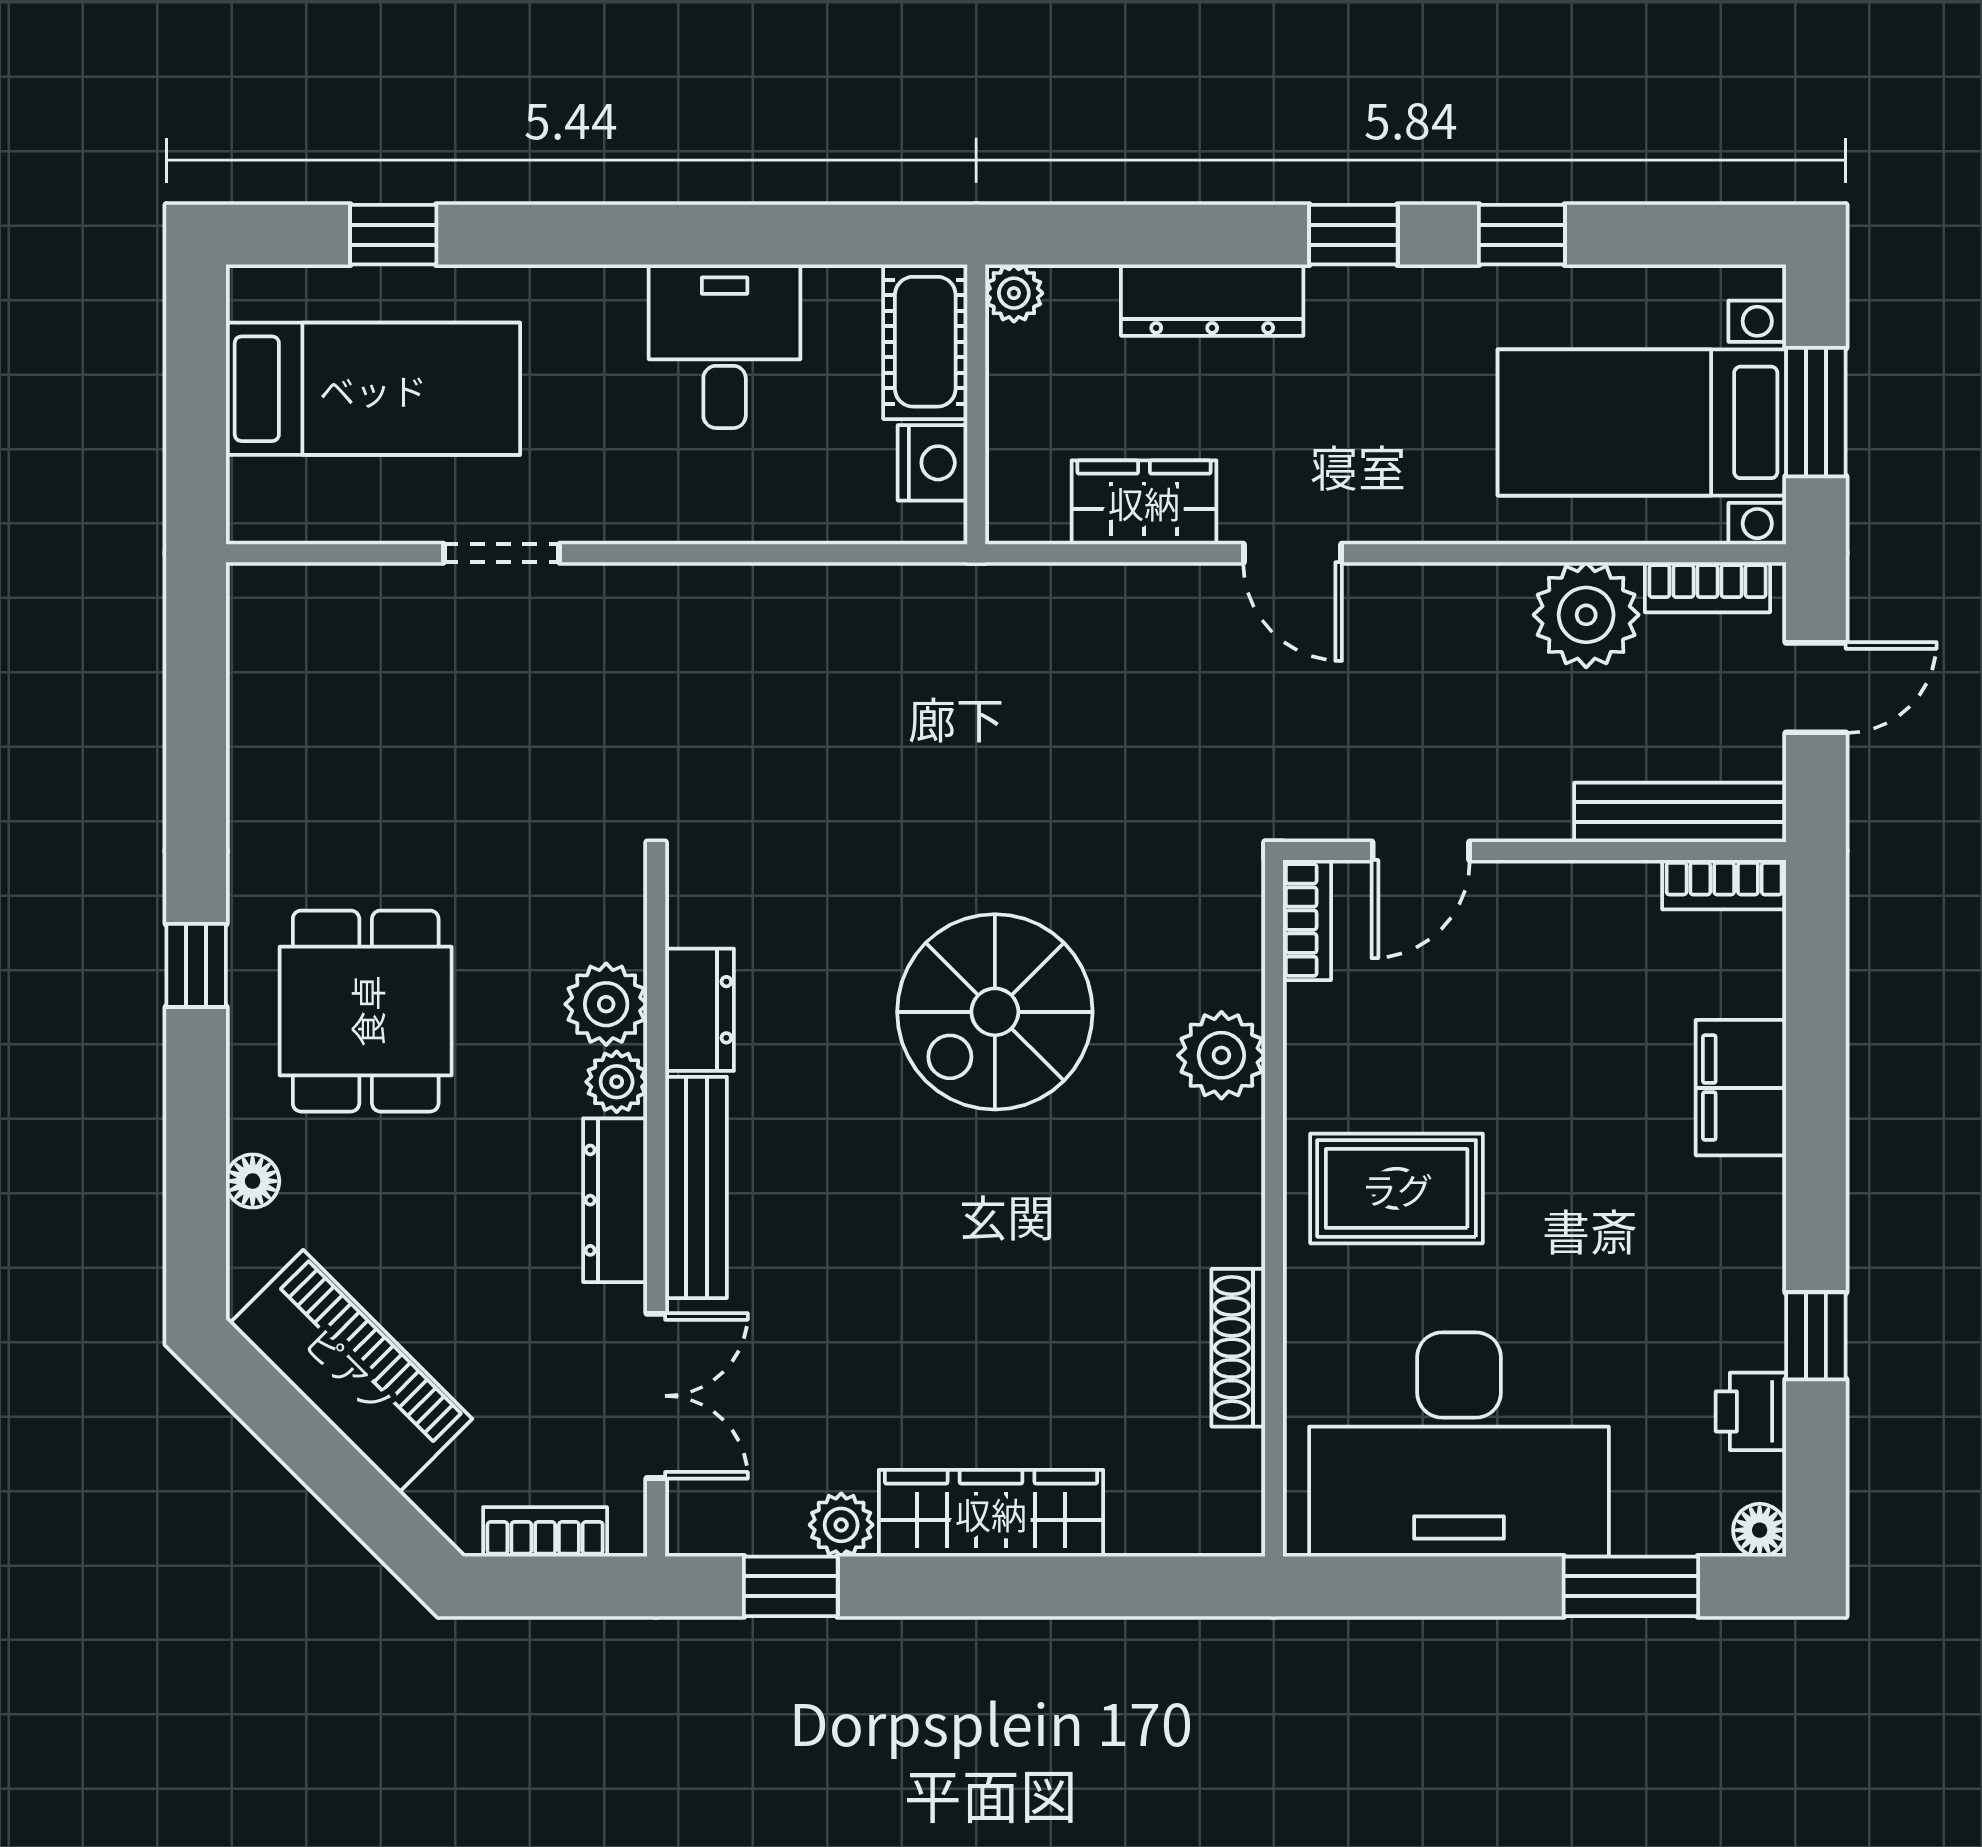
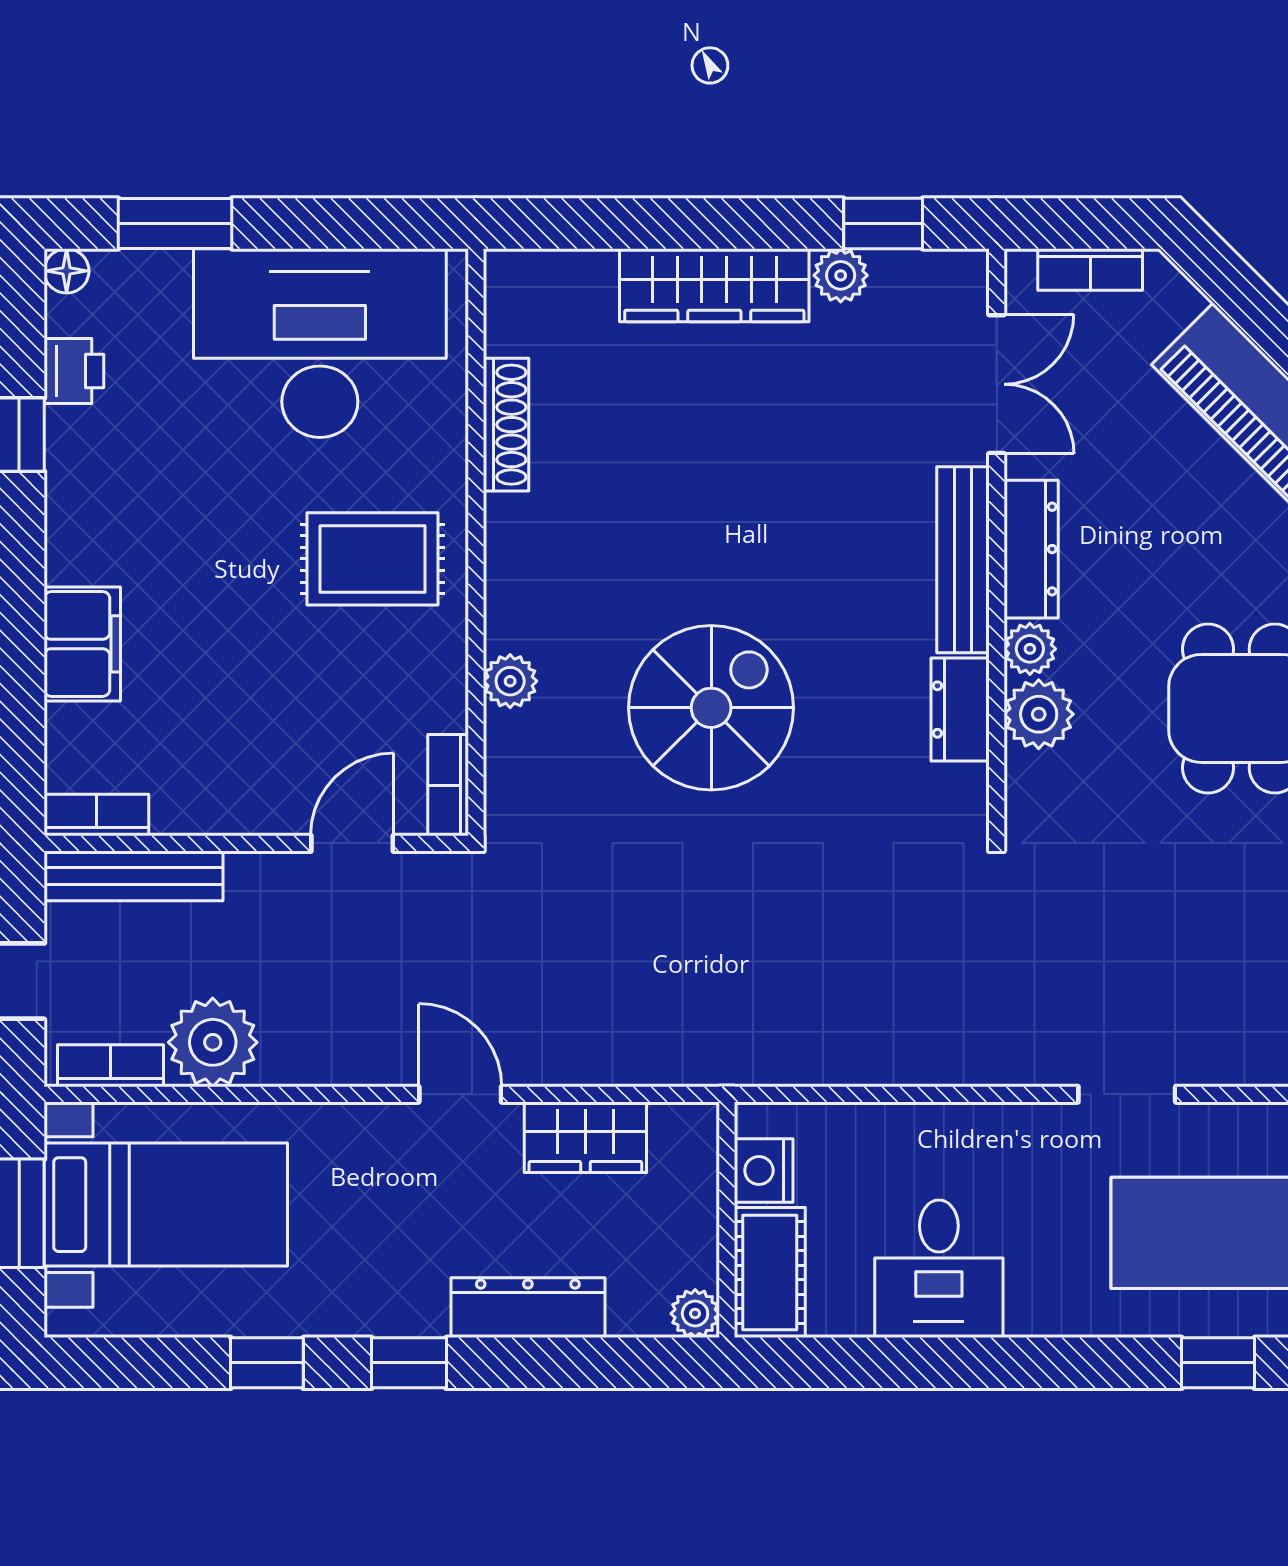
plant: (1221, 1055) -> (510, 681), width x0.73, depth x0.73
double door: (656, 1396) -> (997, 384), swing flipped

